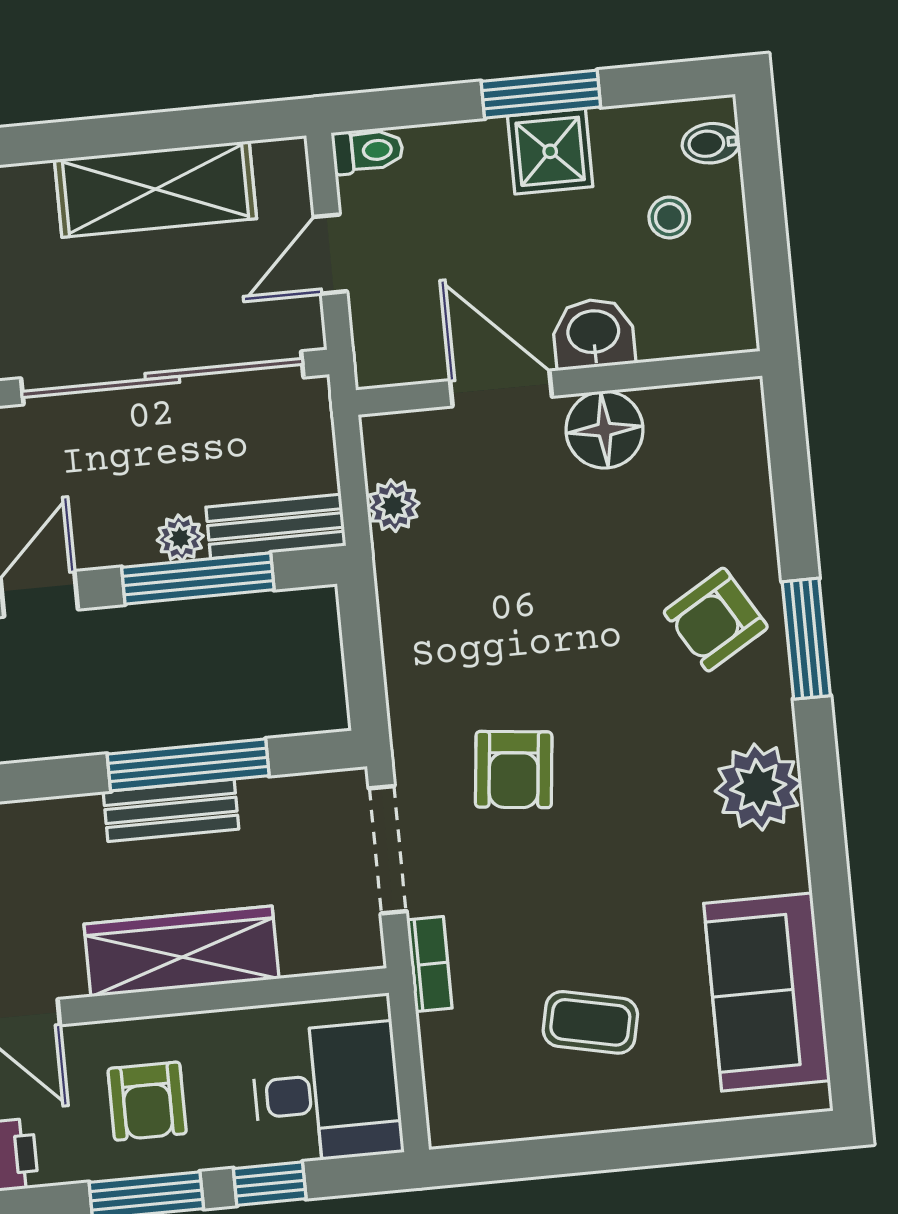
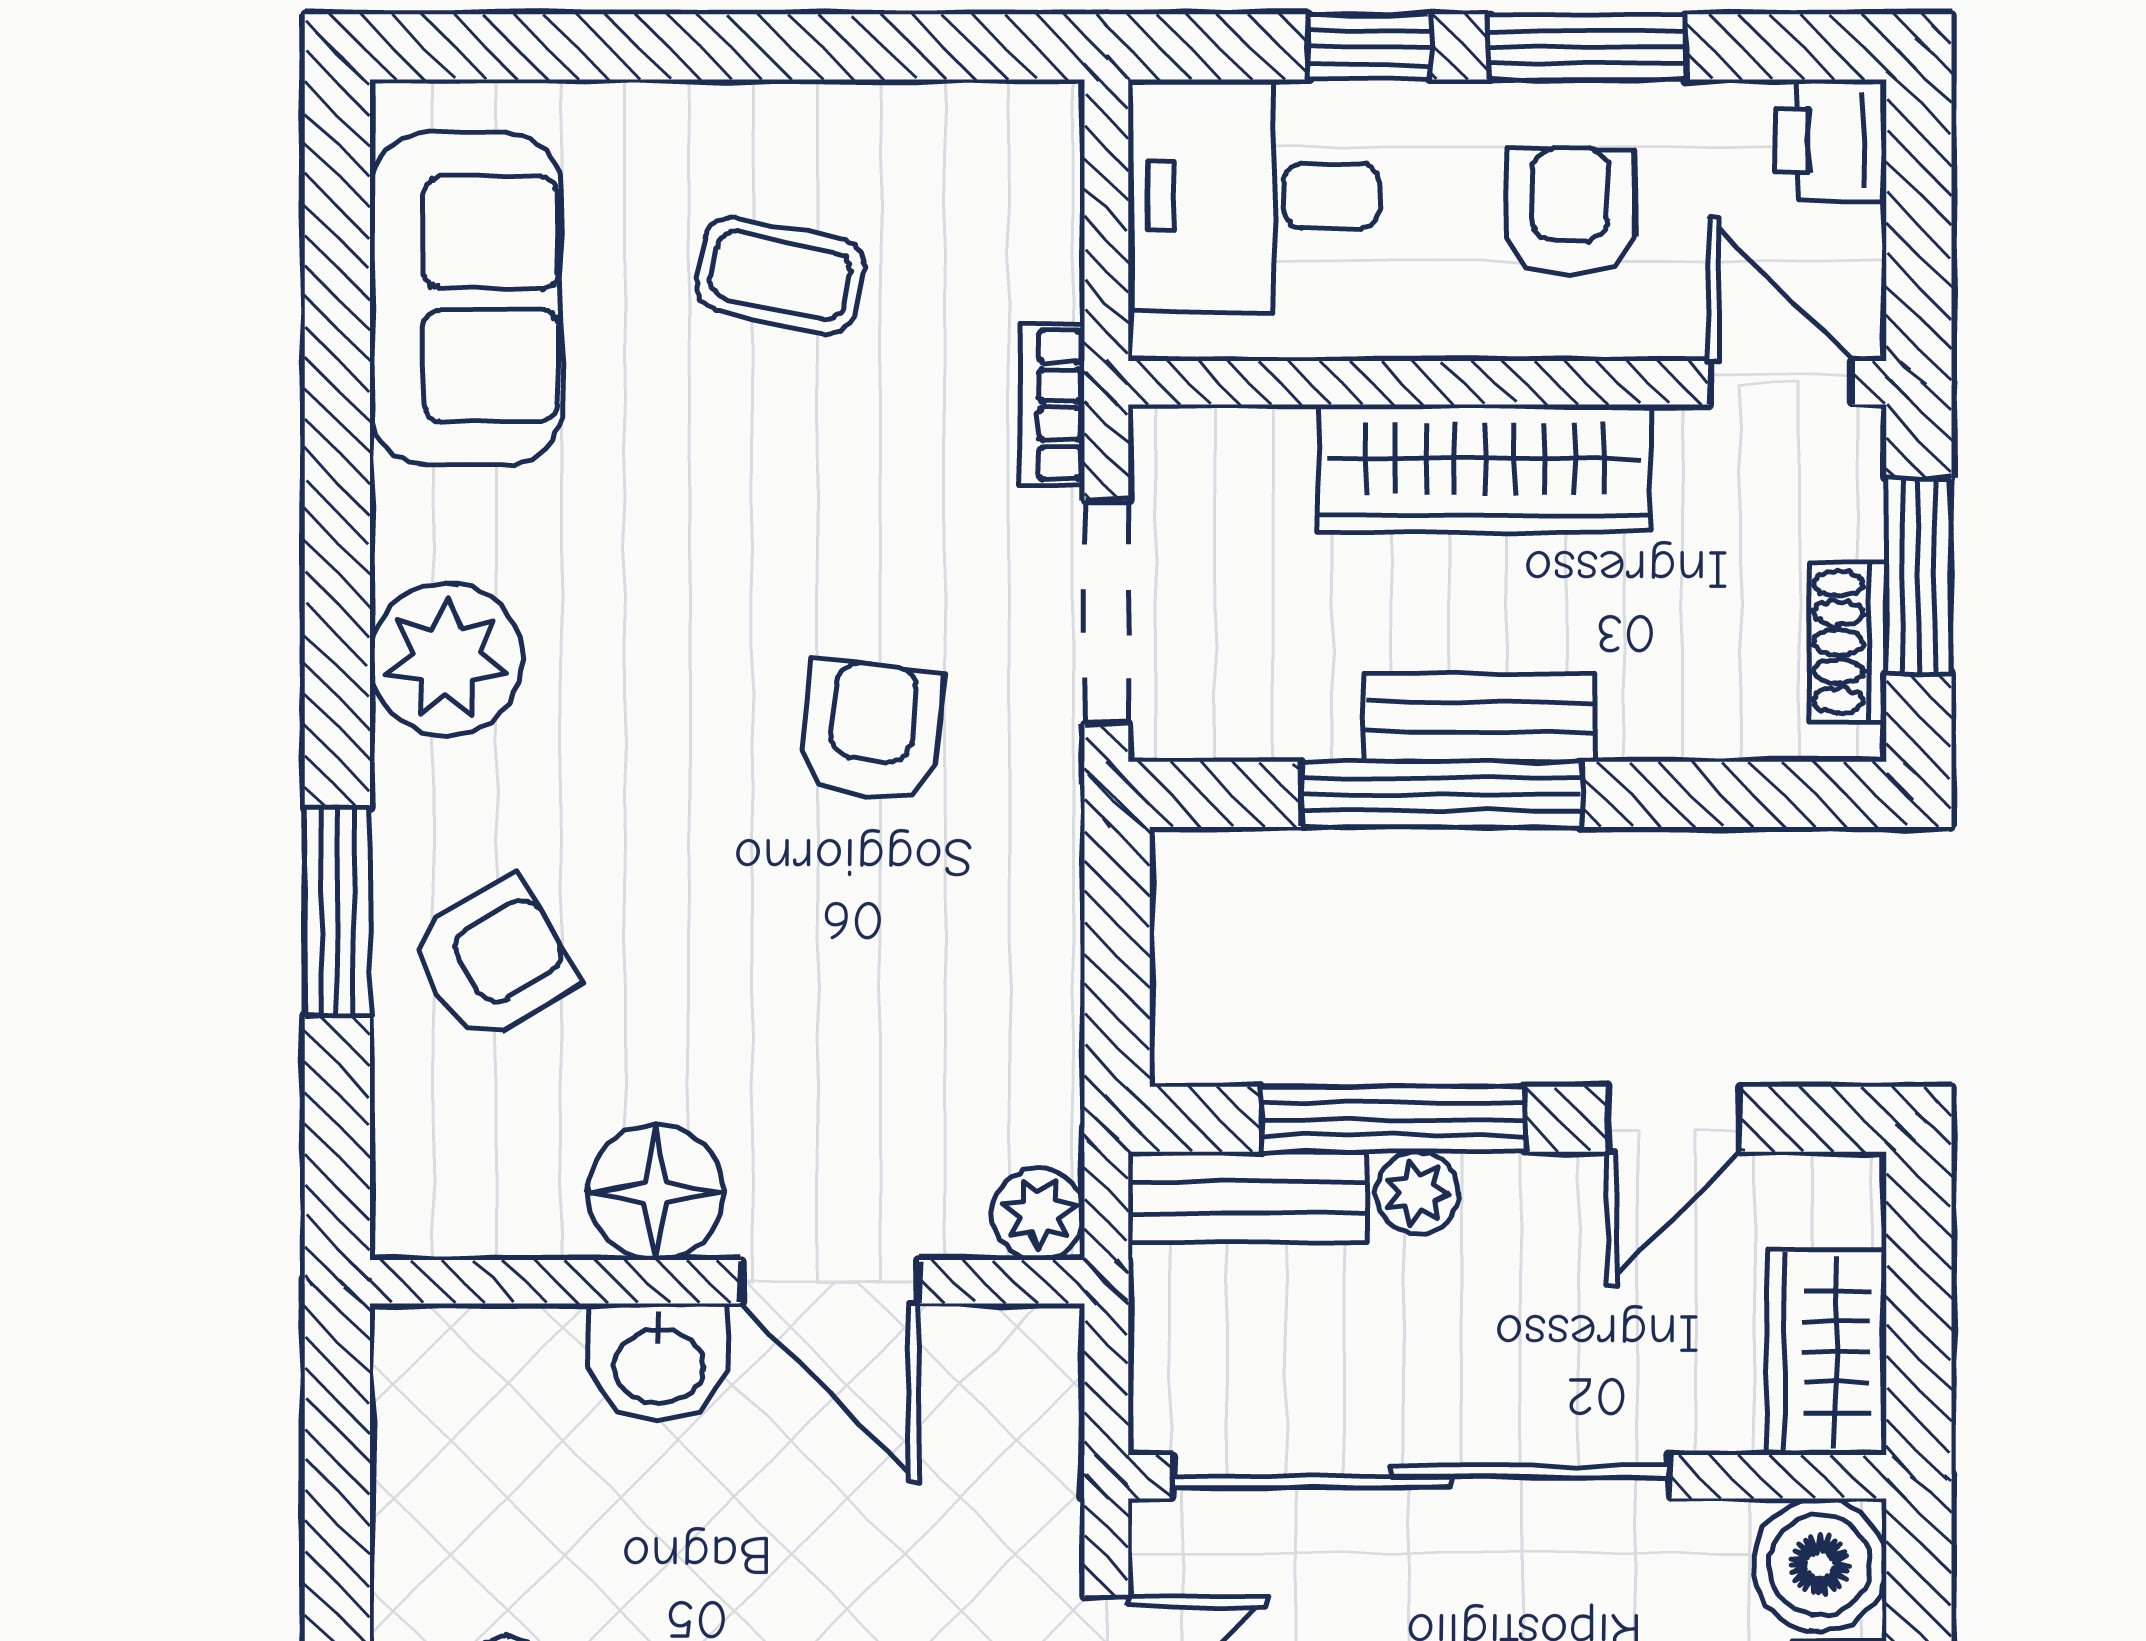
washbasin: (593, 334) -> (659, 1362), moved
wall: (559, 383) -> (727, 1282), moved
door: (501, 389) -> (830, 1282), moved
floor lamp: (605, 430) -> (656, 1192), moved

